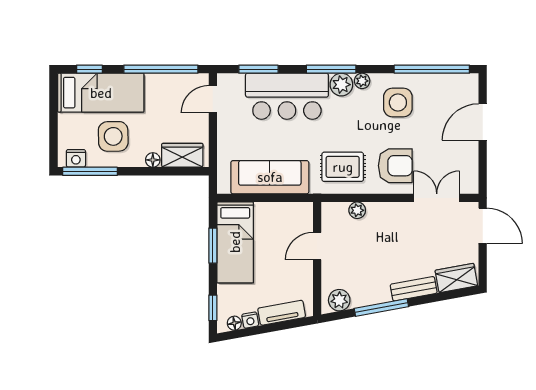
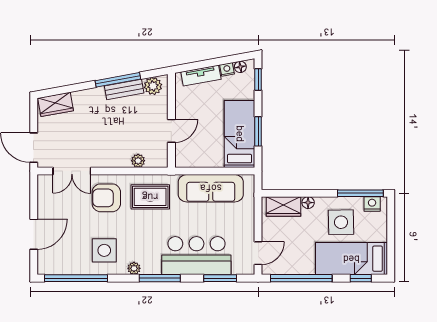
plant: (341, 85) -> (151, 265), removed
bench: (414, 289) -> (124, 89), moved

